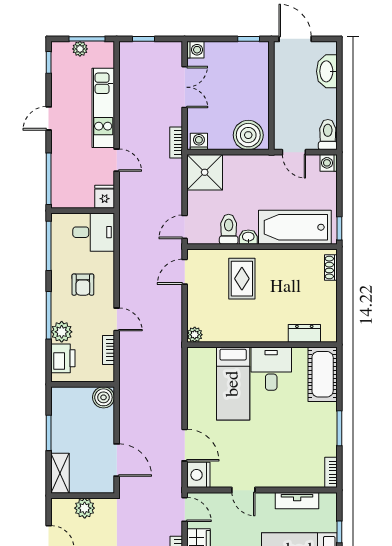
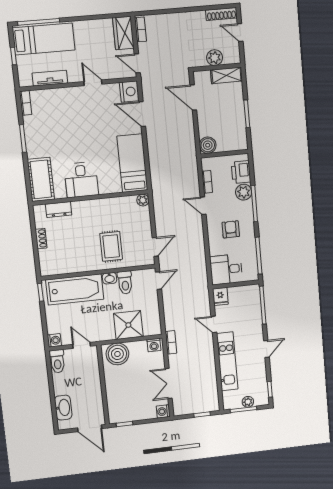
shower: (205, 172) -> (128, 325), moved
shoe rack: (331, 268) -> (41, 239), moved
bed: (233, 384) -> (132, 163), moved
shelving: (60, 473) -> (226, 75), moved, turned 90

